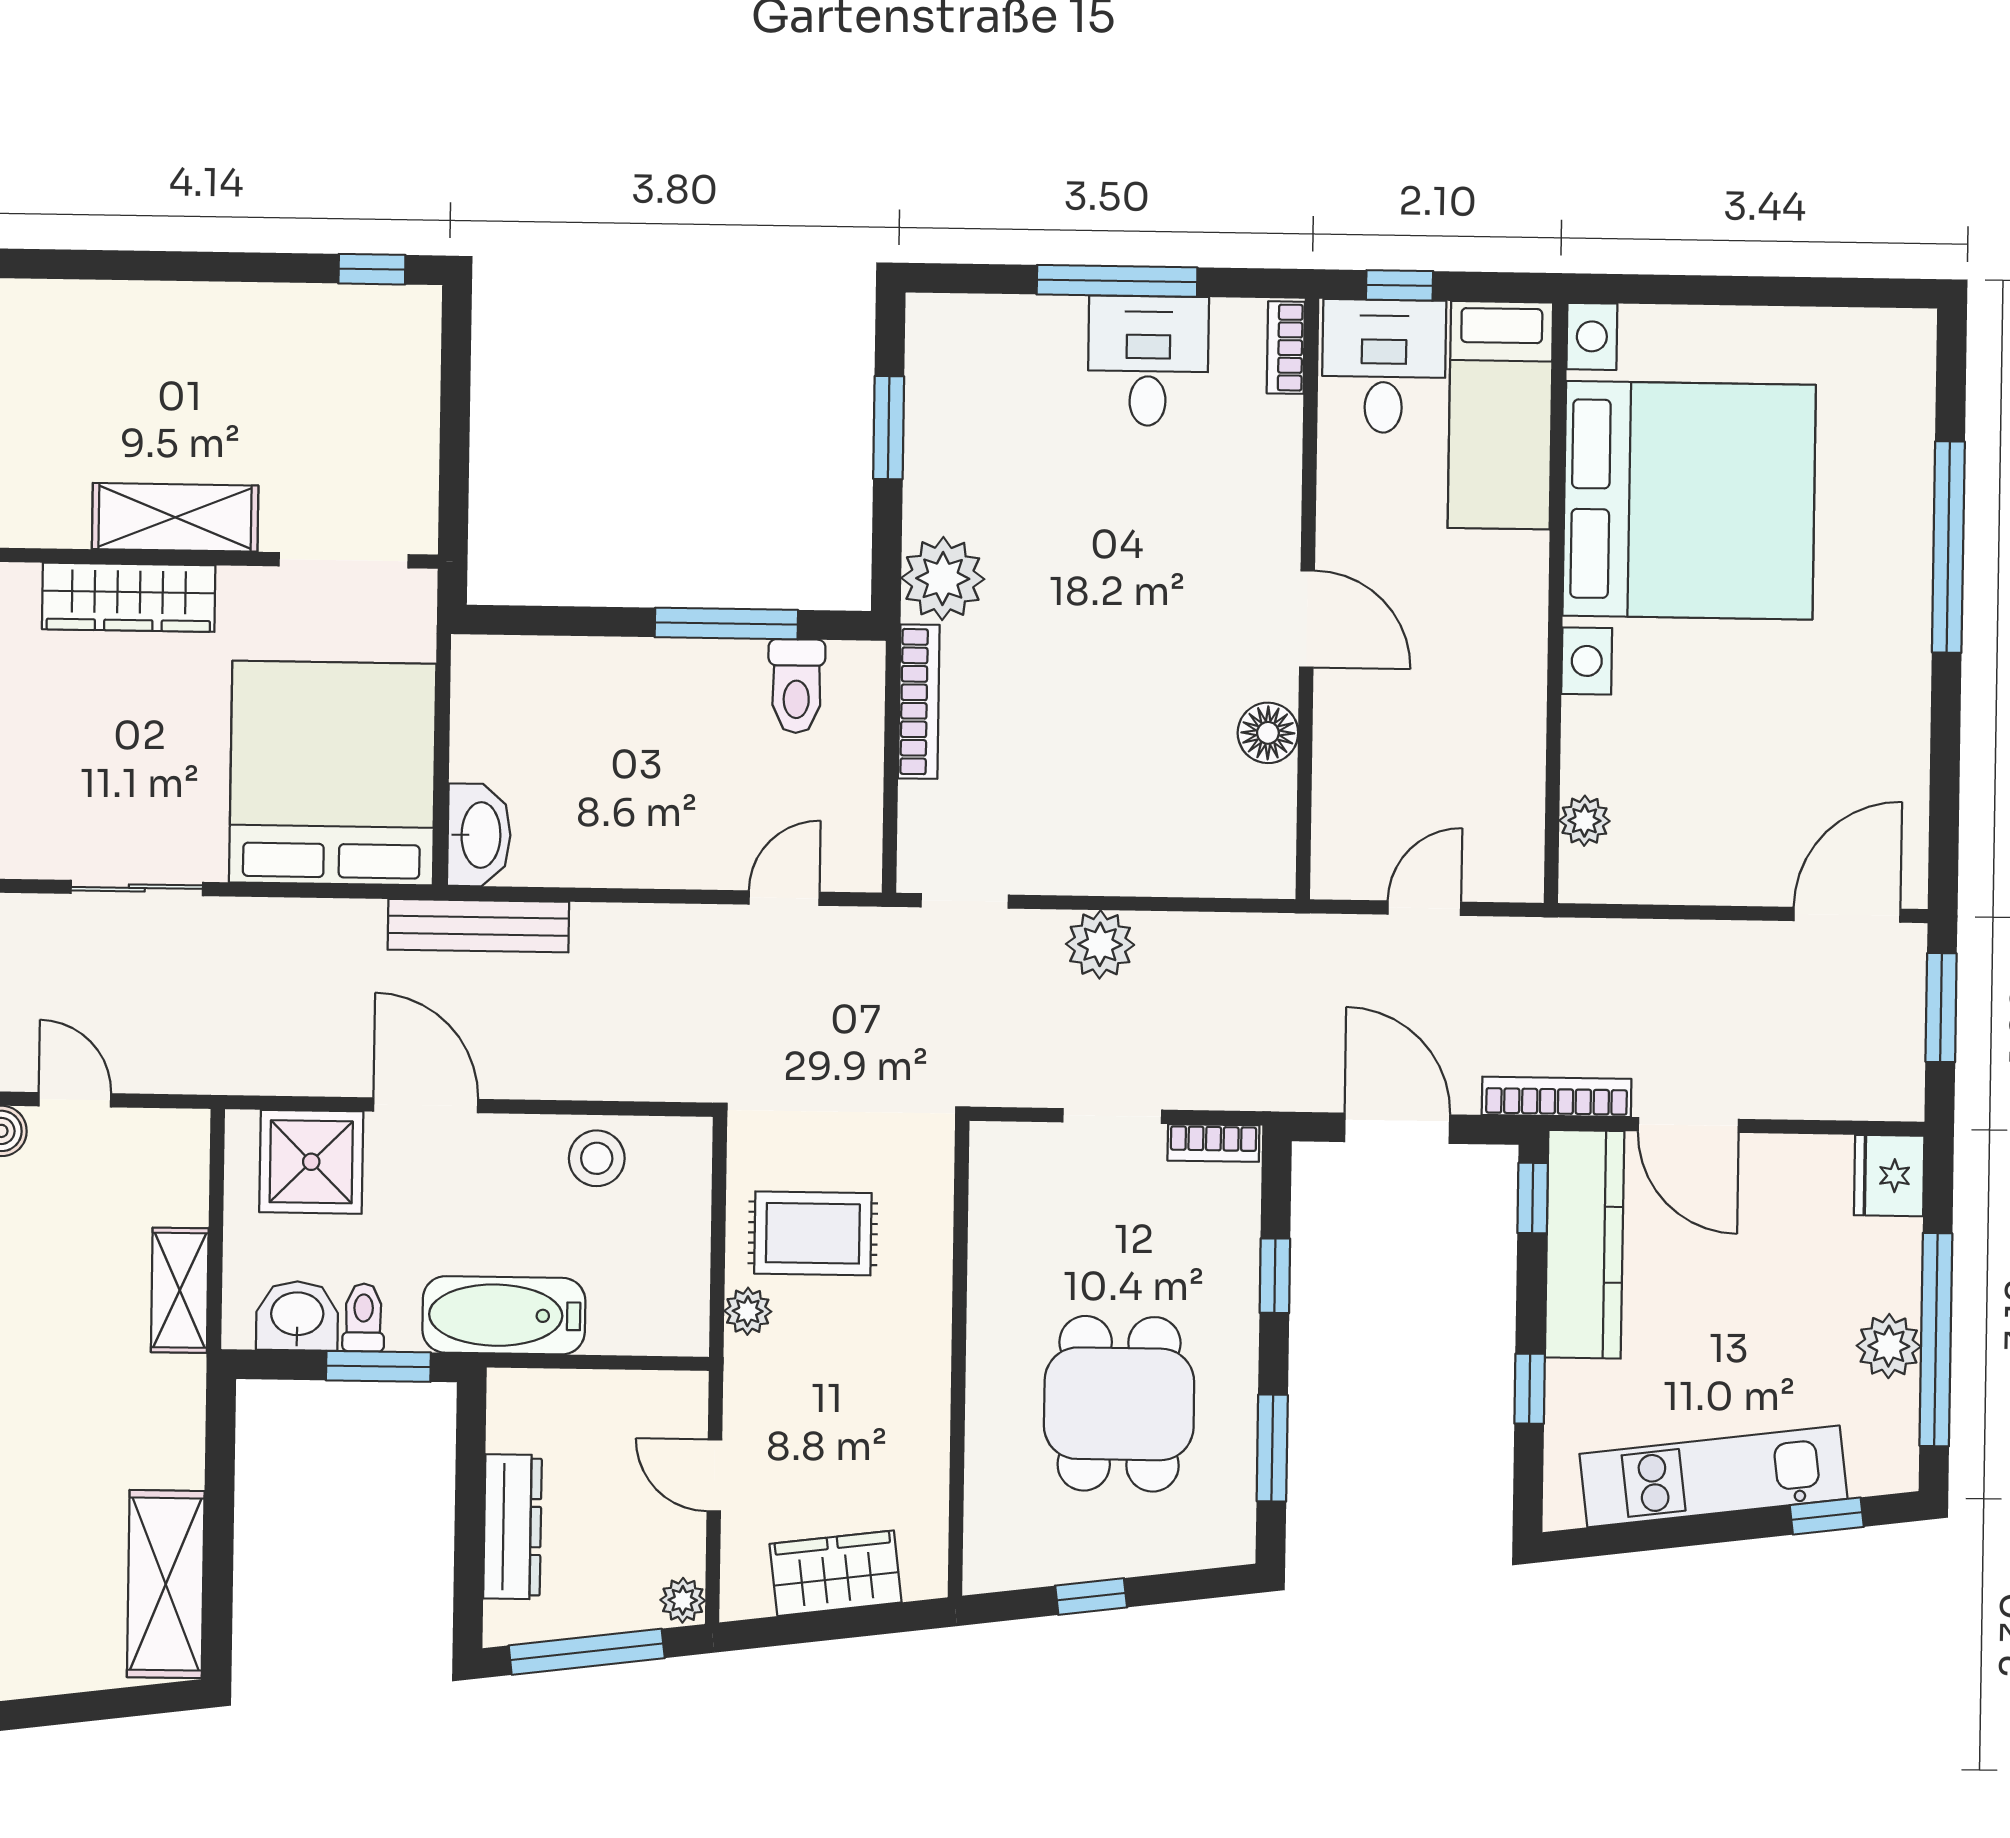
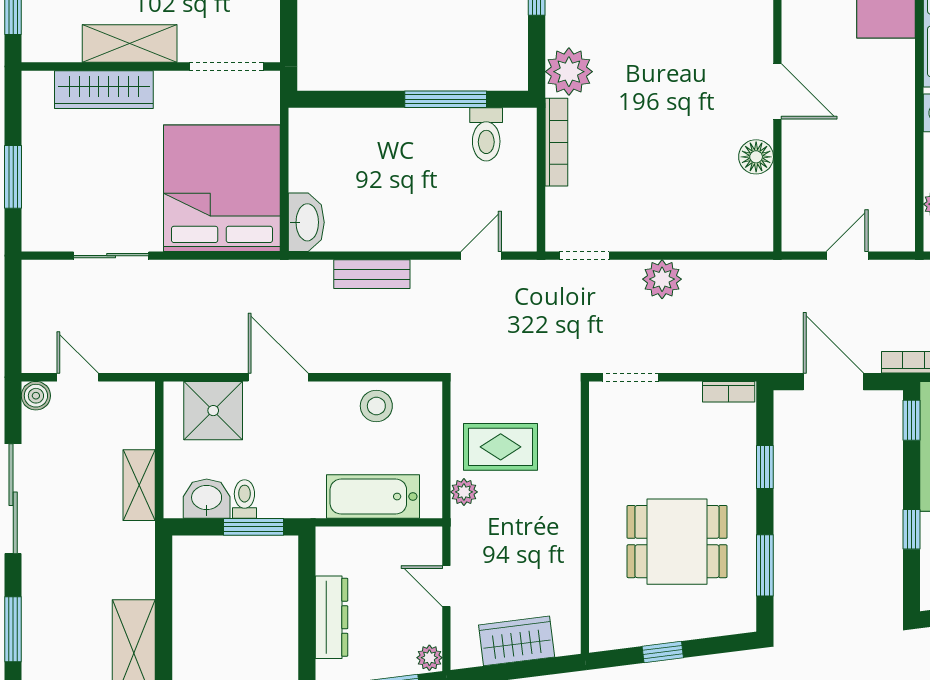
bench: (478, 926) -> (372, 274), moved, width x0.73
doorway: (1112, 1116) -> (631, 377), moved
bathtub: (504, 1315) -> (373, 497), moved
dining table: (1119, 1404) -> (677, 542), turned 90

